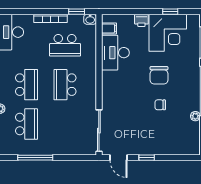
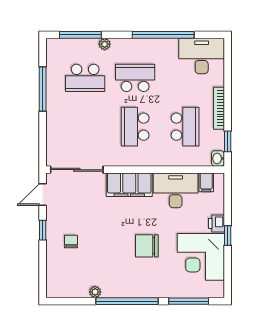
window: (170, 12) -> (228, 235), moved
school desk: (65, 45) -> (185, 127), turned 180
school desk: (27, 85) -> (135, 78), turned 180
school desk: (65, 85) -> (135, 127), turned -90
filing cabinet: (111, 89) -> (129, 185), added
chair: (160, 105) -> (71, 241), moved

